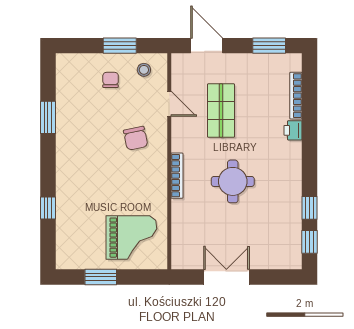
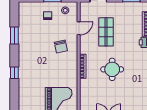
door: (169, 104) -> (79, 28), hinge flipped
window: (48, 208) -> (14, 73), moved

